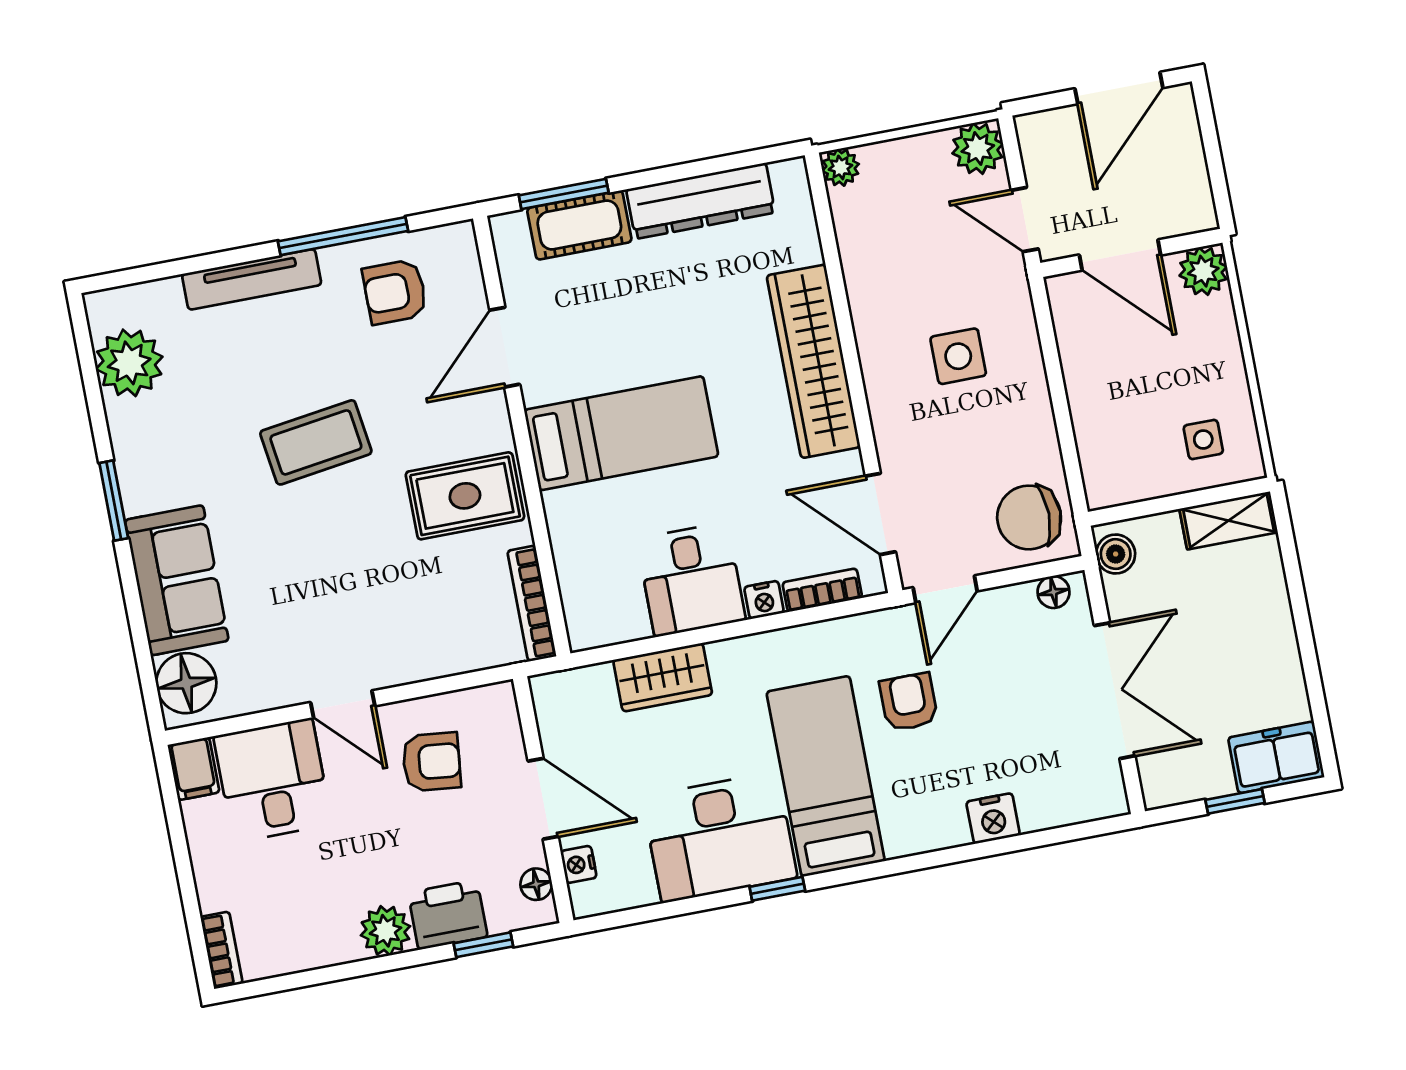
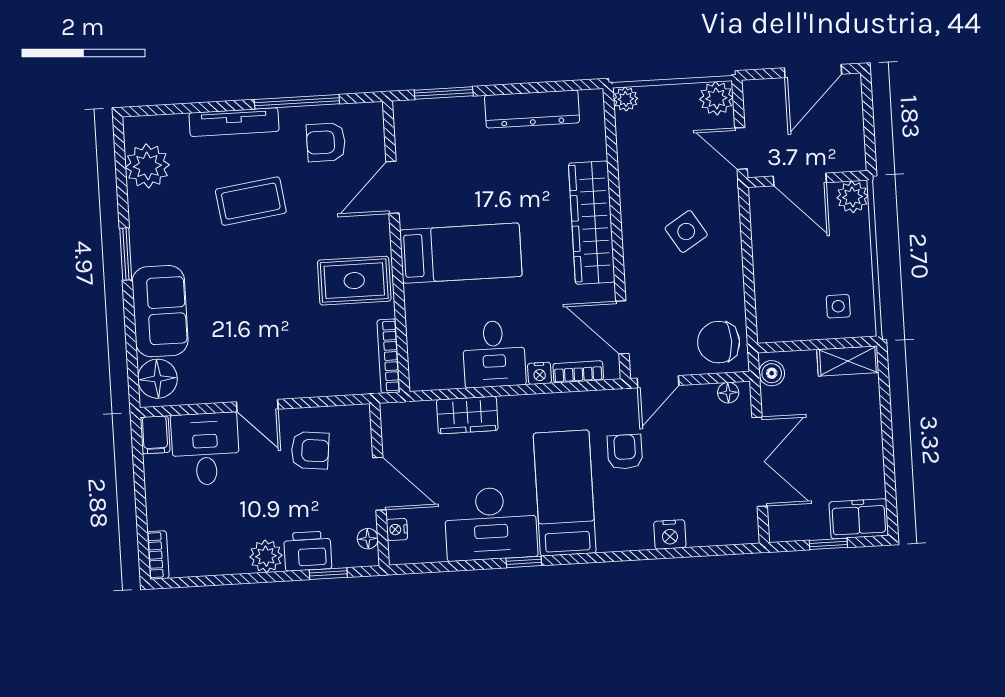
cot: (579, 225) -> (451, 114), removed
side table: (958, 356) -> (686, 232), turned -32
coffee table: (316, 442) -> (251, 201), moved

